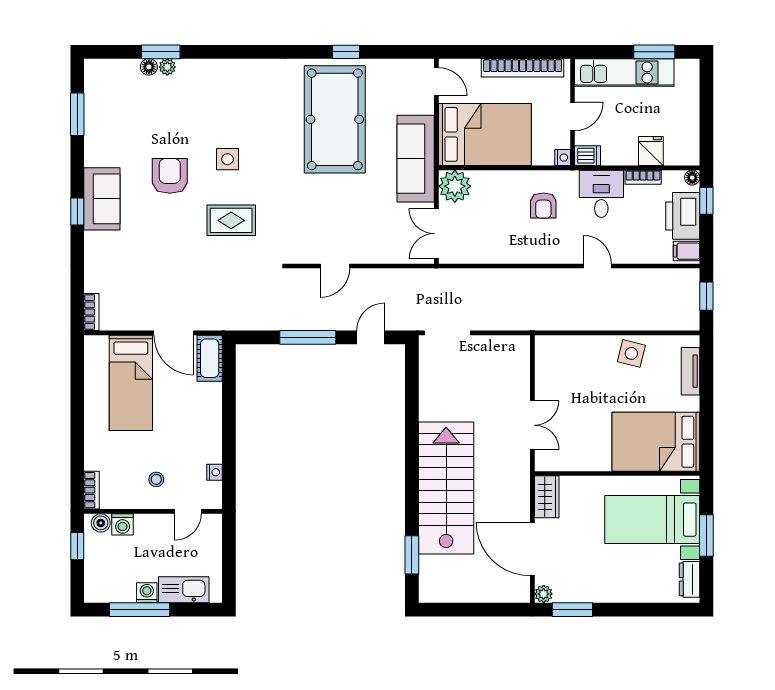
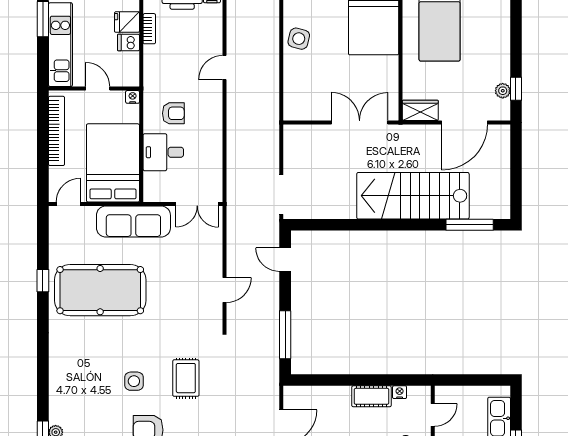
dishwasher: (588, 156) -> (129, 42), moved, turned -90
plant: (455, 186) -> (157, 188), removed
desk: (601, 194) -> (163, 152), moved
door: (335, 266) -> (225, 290), hinge flipped
window: (308, 337) -> (285, 335), moved
cot: (210, 358) -> (371, 396), moved
double door: (532, 425) -> (360, 123), width x1.37
door: (188, 511) -> (433, 415), hinge flipped
window: (412, 555) -> (470, 225), width x1.44
plant: (544, 594) -> (503, 91), moved
window: (572, 610) -> (516, 89), width x0.67

